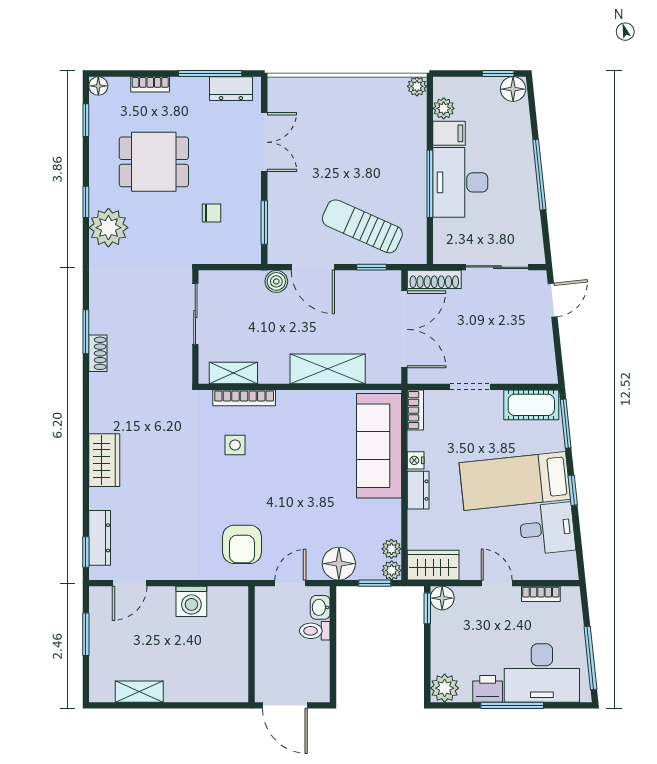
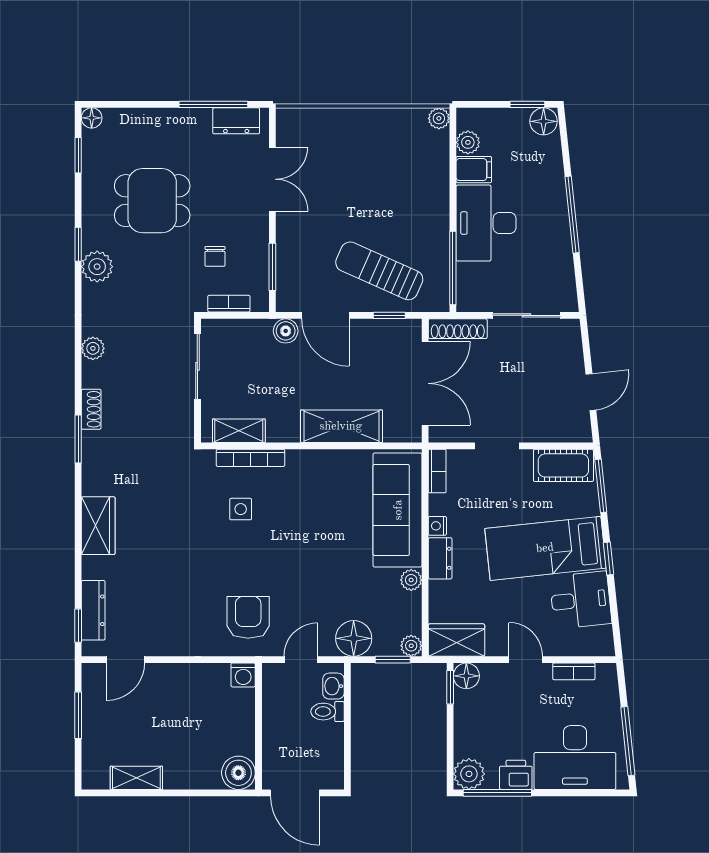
bookcase: (150, 84) -> (229, 304), moved, turned 180
window: (430, 184) -> (453, 268), moved
chair: (211, 213) -> (215, 256), turned 90
plant: (108, 228) -> (97, 267), width x0.73, depth x0.73
plant: (99, 297) -> (93, 348), added
door: (553, 300) -> (591, 392), moved
window: (86, 332) -> (78, 439), moved
armchair: (242, 544) -> (248, 617), turned 180
plant: (391, 549) -> (411, 580), moved
washing machine: (191, 601) -> (243, 675), moved, width x0.73, depth x0.73
boiler: (233, 687) -> (238, 773), added
window: (512, 705) -> (497, 793), moved

